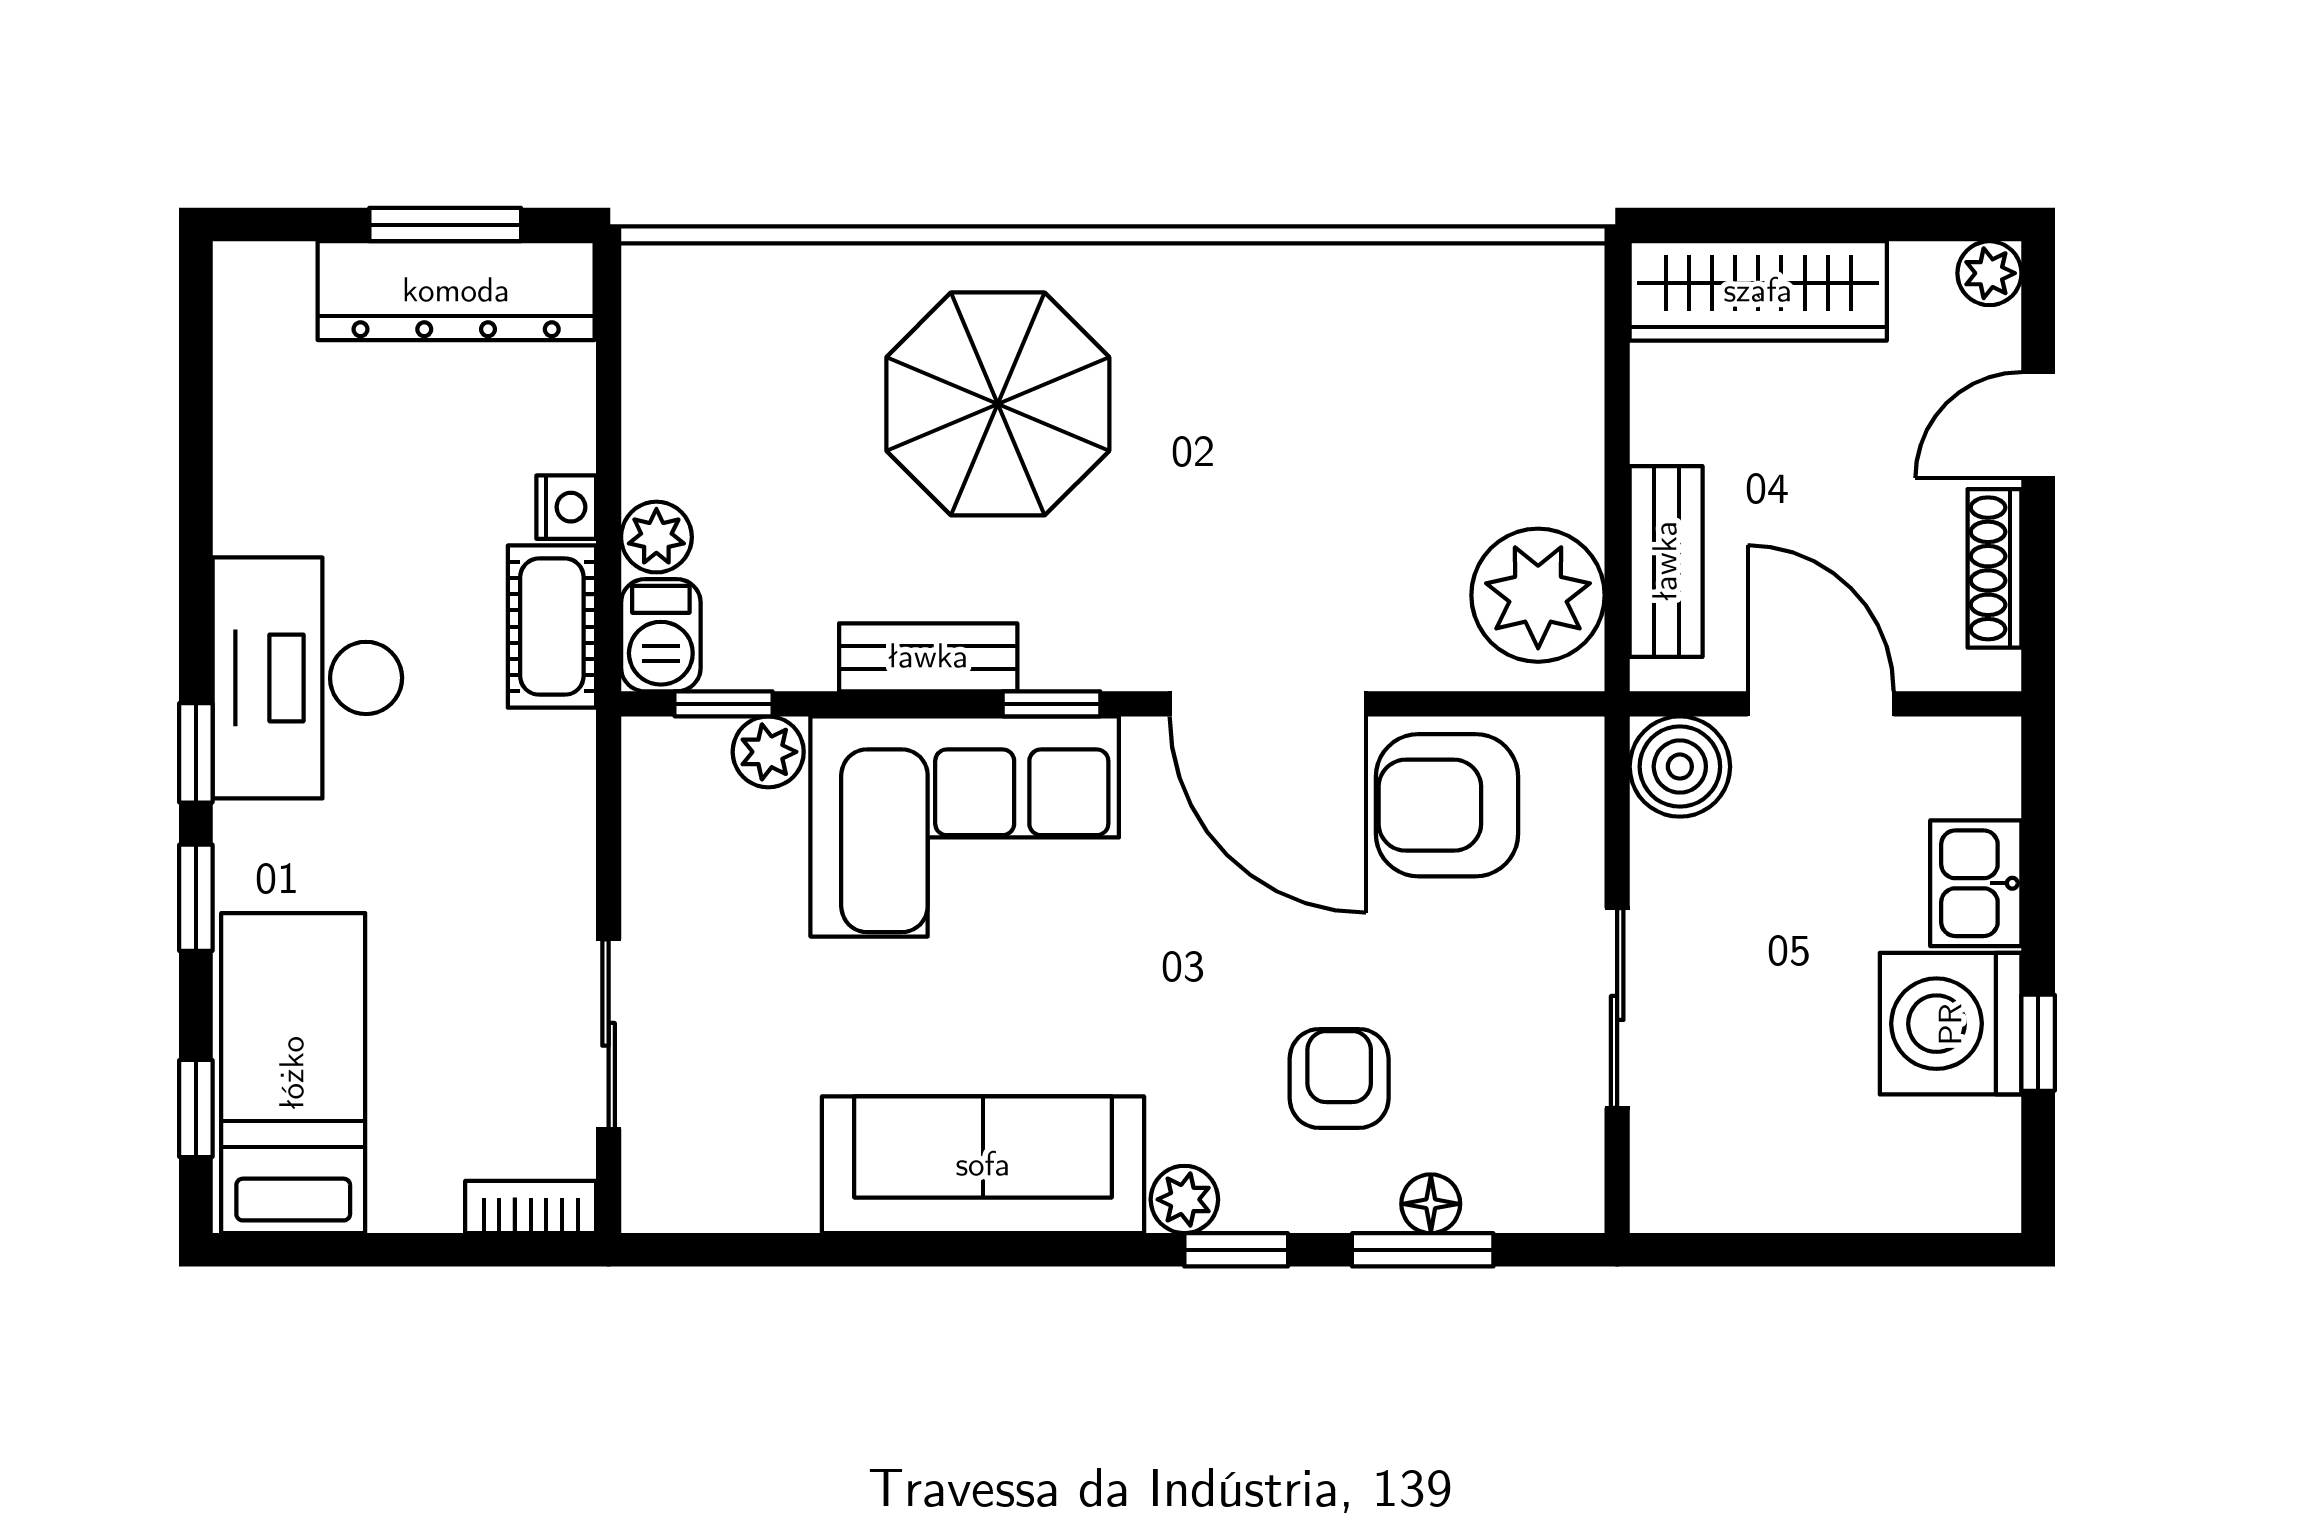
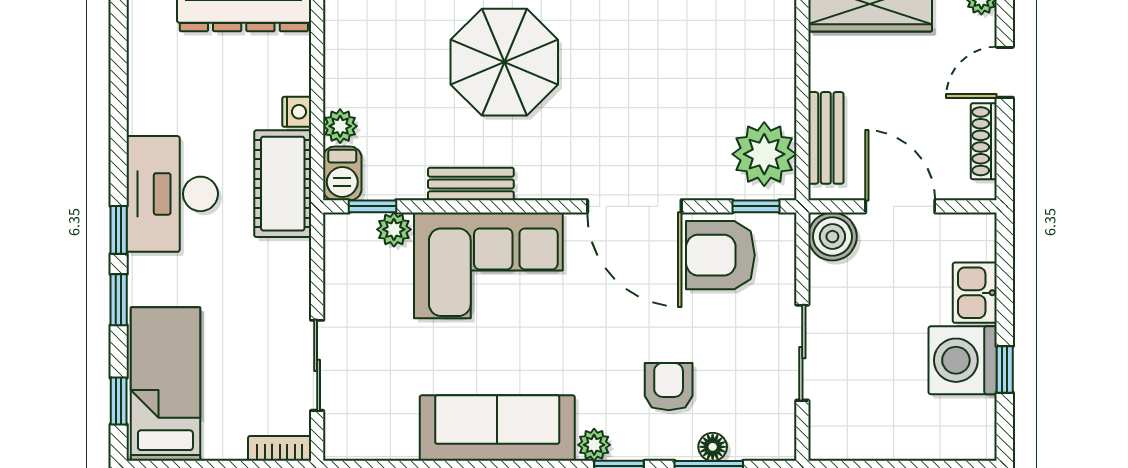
cot: (552, 627) -> (283, 184), width x1.37, depth x1.34
window: (1052, 704) -> (756, 206), moved

